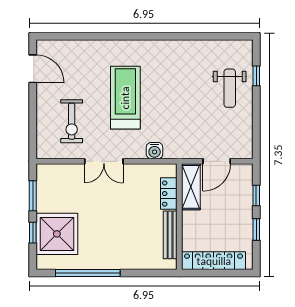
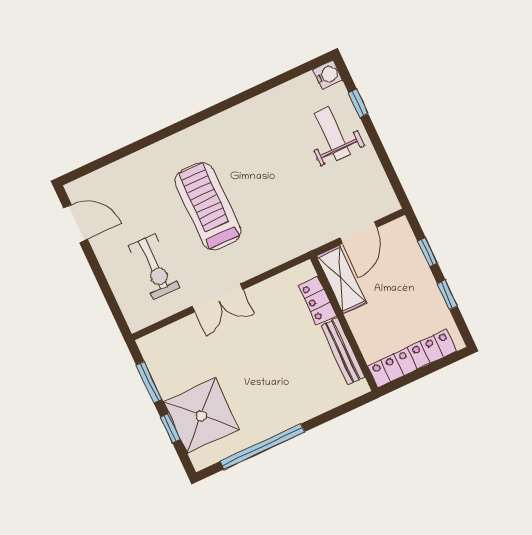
weight bench: (230, 88) -> (332, 134), turned 180
water cooler: (155, 151) -> (328, 75), moved, turned -90

